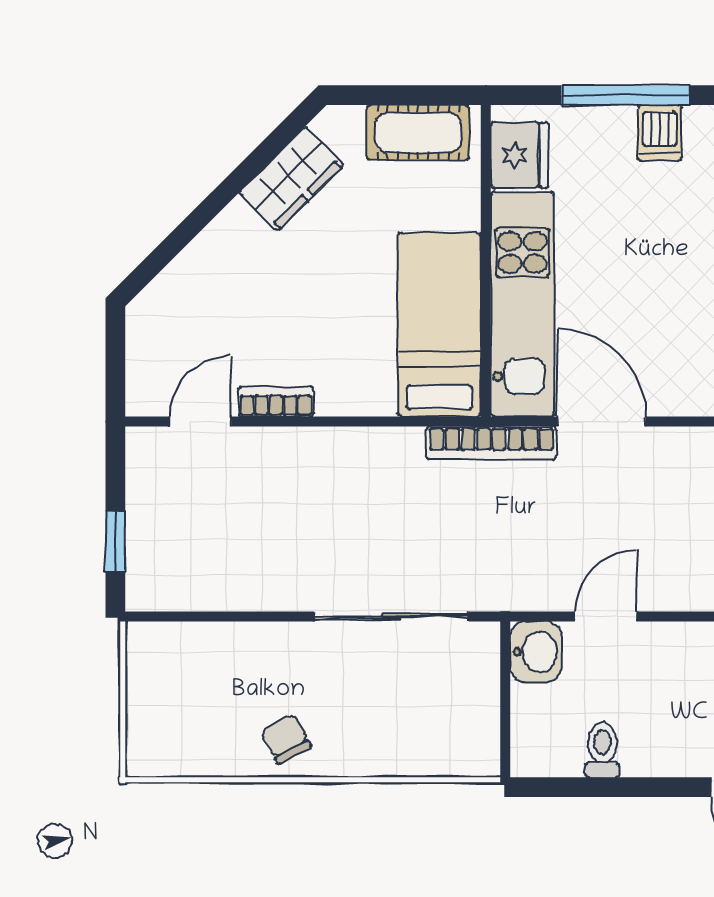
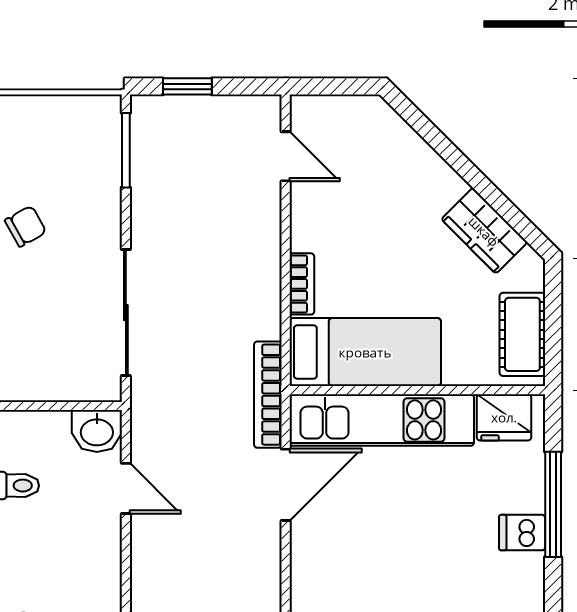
bookcase: (276, 402) -> (302, 284), moved
window: (193, 617) -> (126, 150), added

